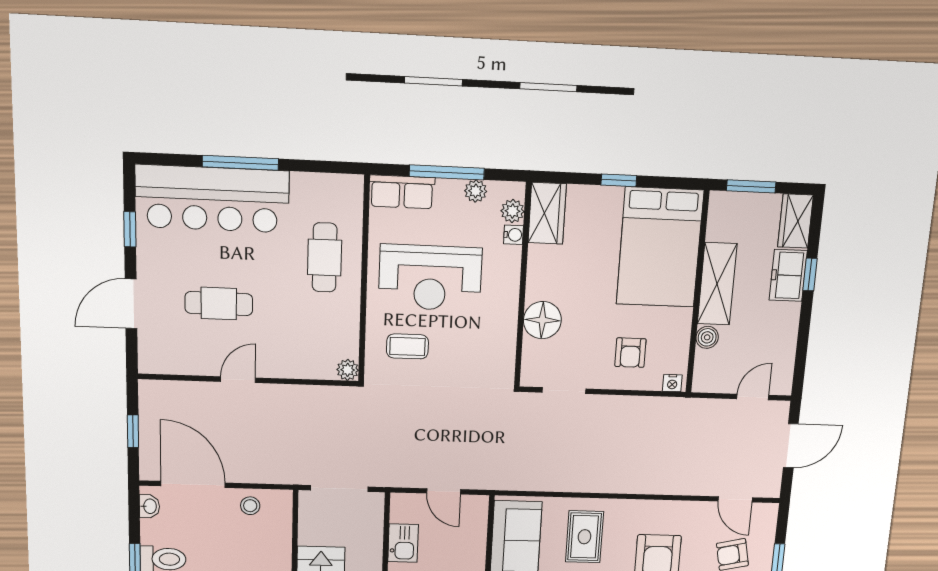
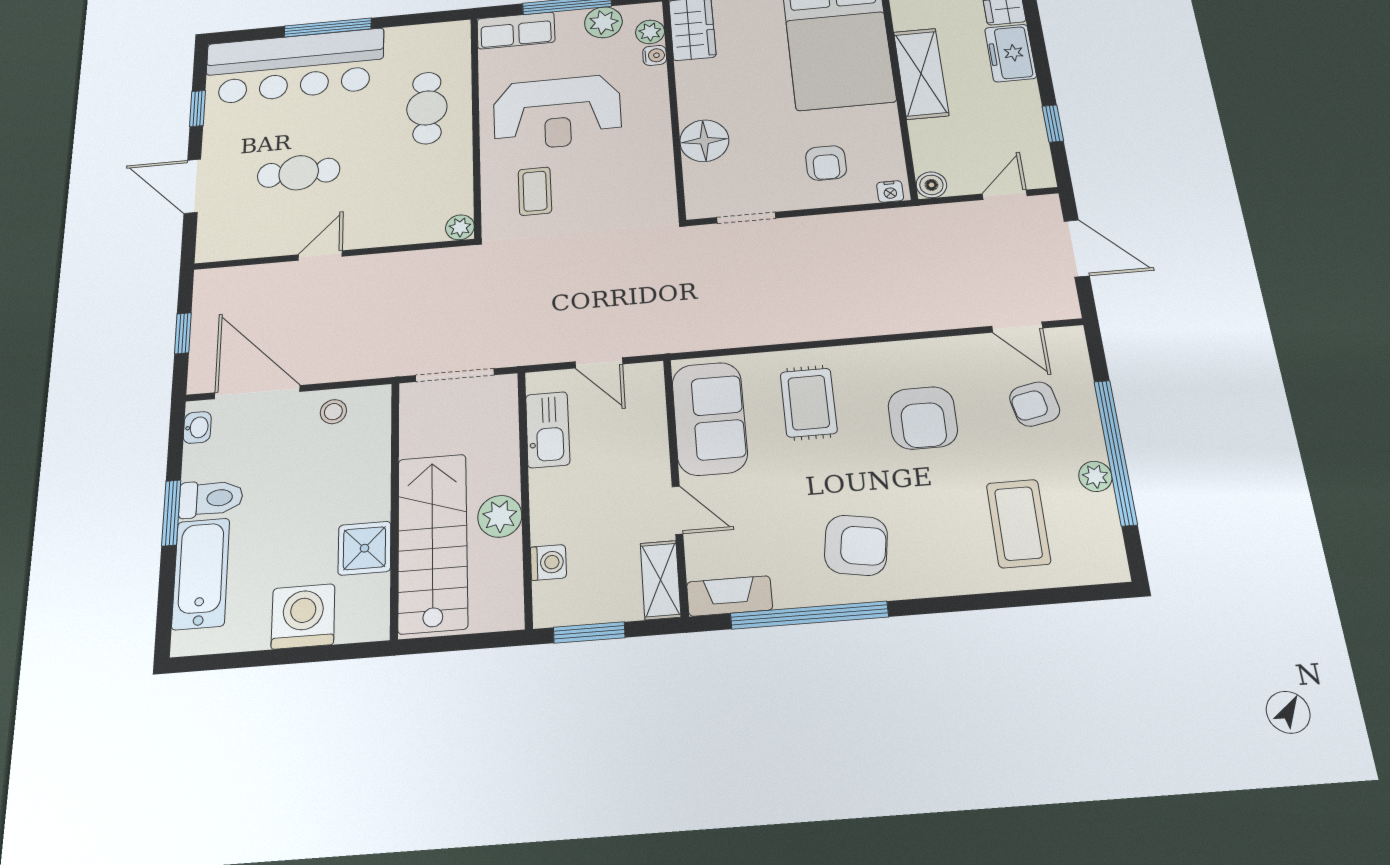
plant: (476, 191) -> (603, 22), width x1.38, depth x1.38
window: (810, 274) -> (1053, 123), moved
door: (131, 304) -> (192, 186), hinge flipped
boiler: (707, 337) -> (931, 185), moved
coffee table: (407, 346) -> (535, 191), turned 90
door: (791, 446) -> (1077, 248), hinge flipped
kitchen sink: (403, 543) -> (548, 430), width x1.38

